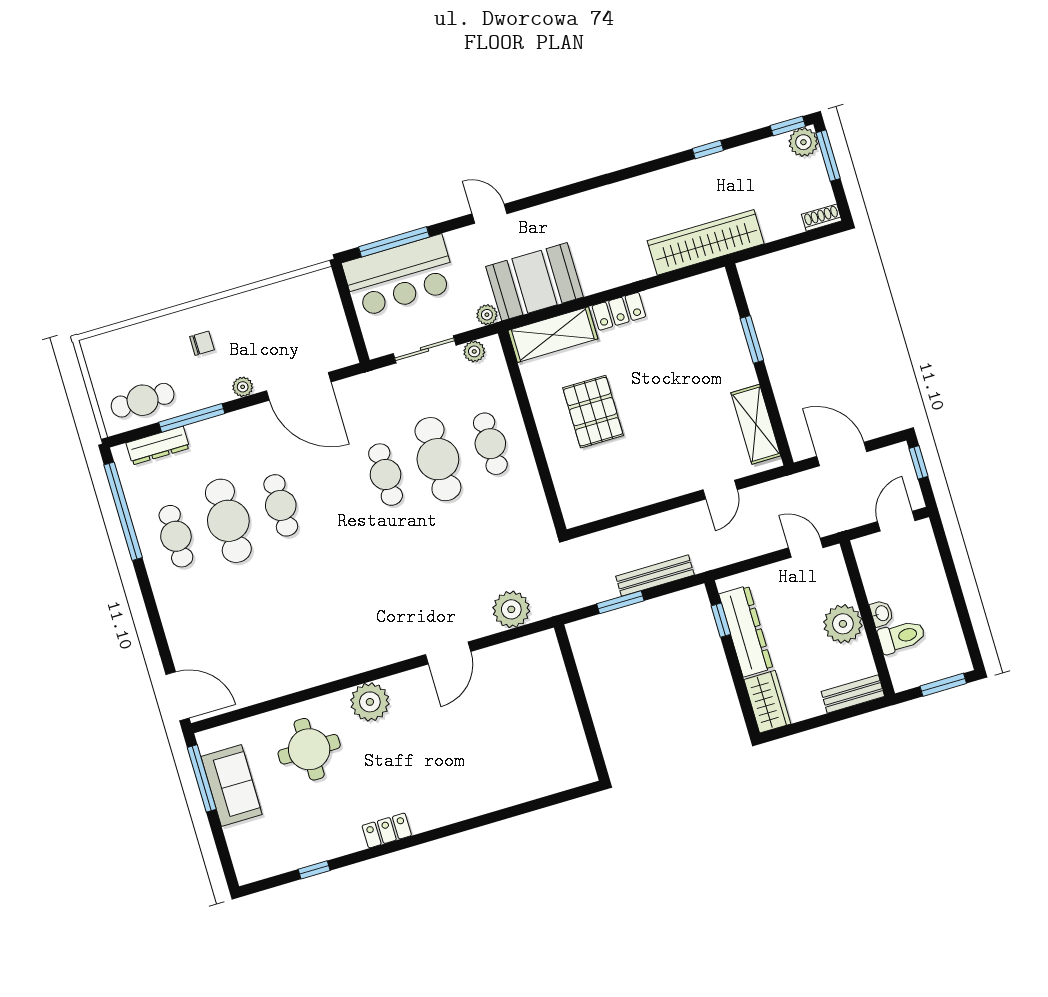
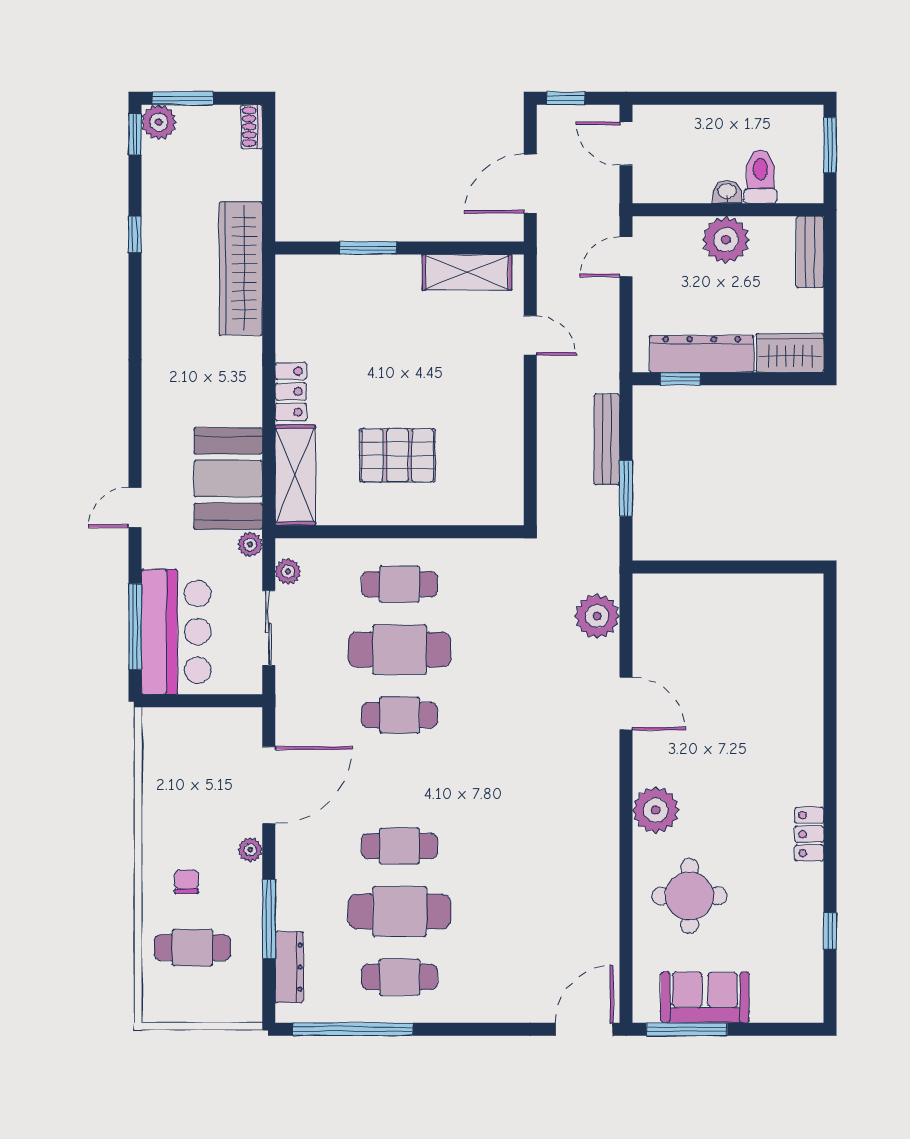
cafe table: (143, 400) -> (192, 948), moved, turned 90

